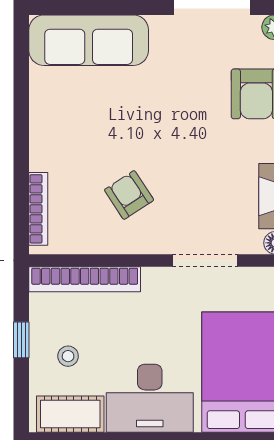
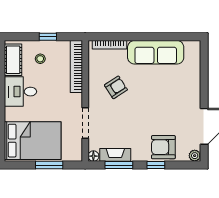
sofa: (89, 40) -> (156, 52), moved, turned -90
desk: (150, 398) -> (20, 92), width x0.73

